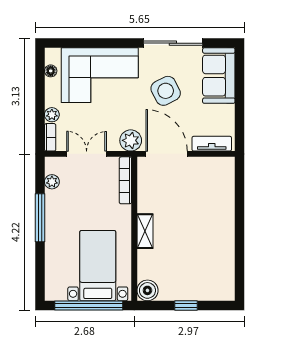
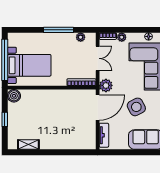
shelving: (145, 231) -> (28, 145), moved

